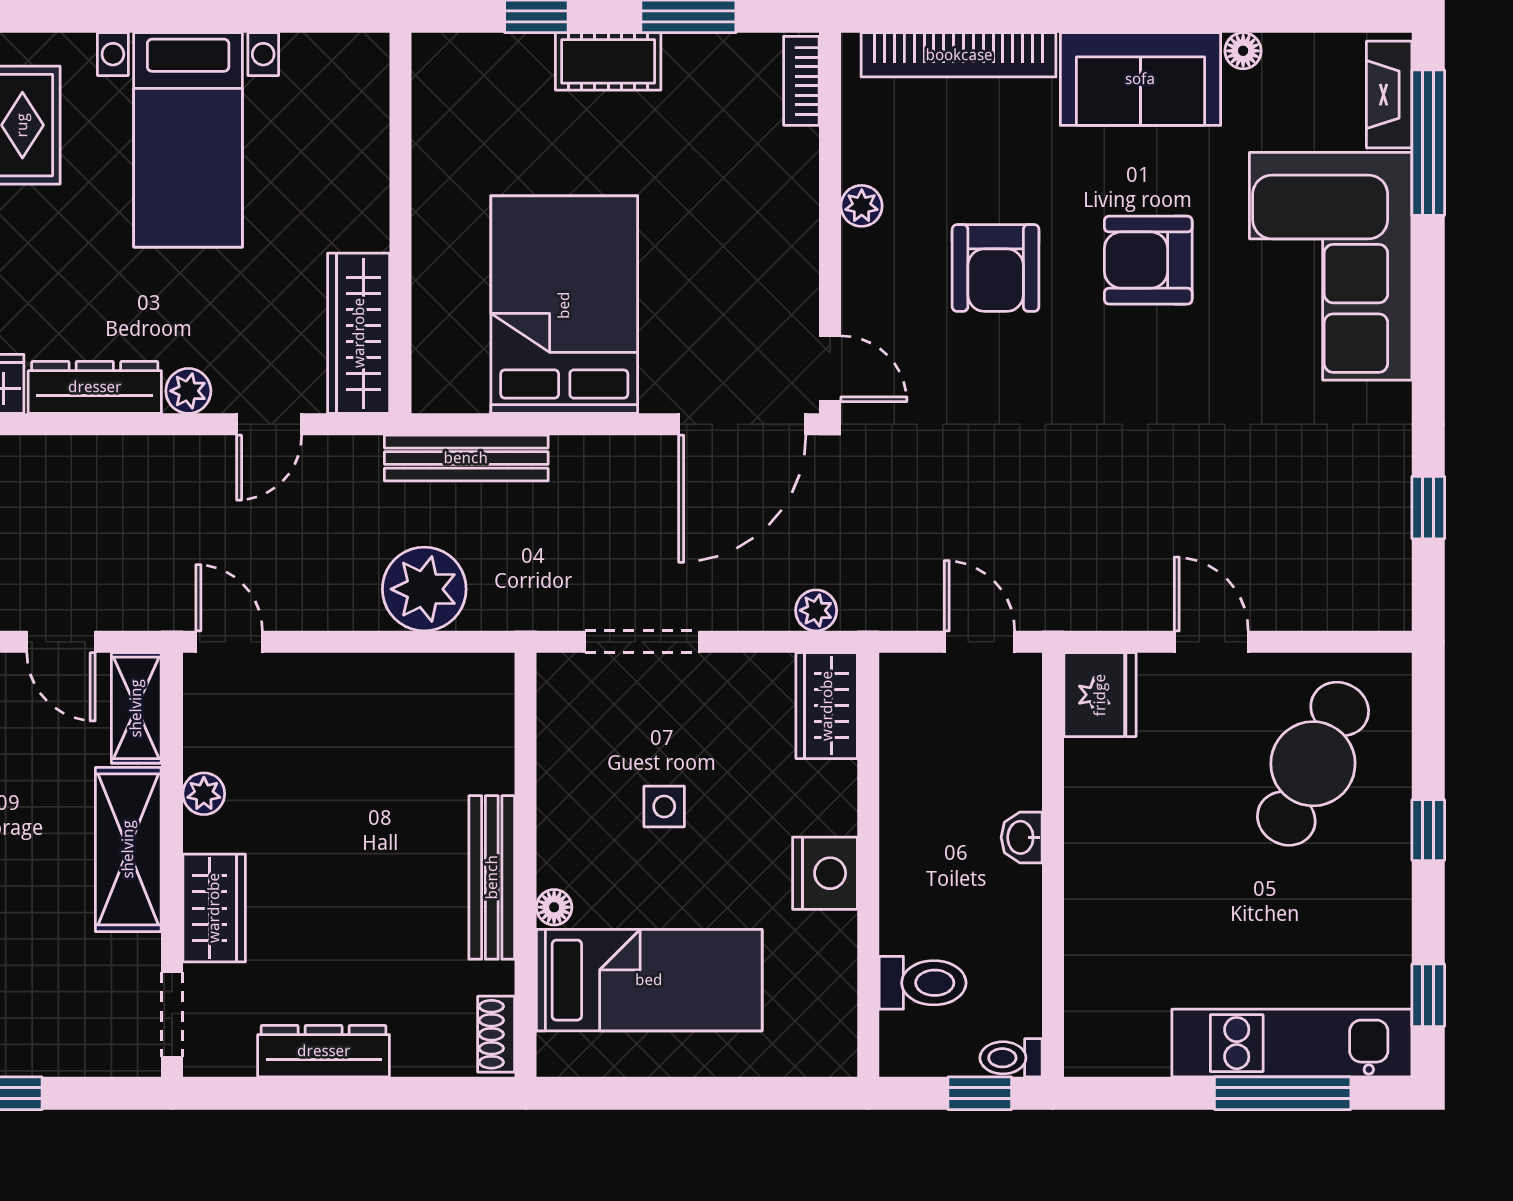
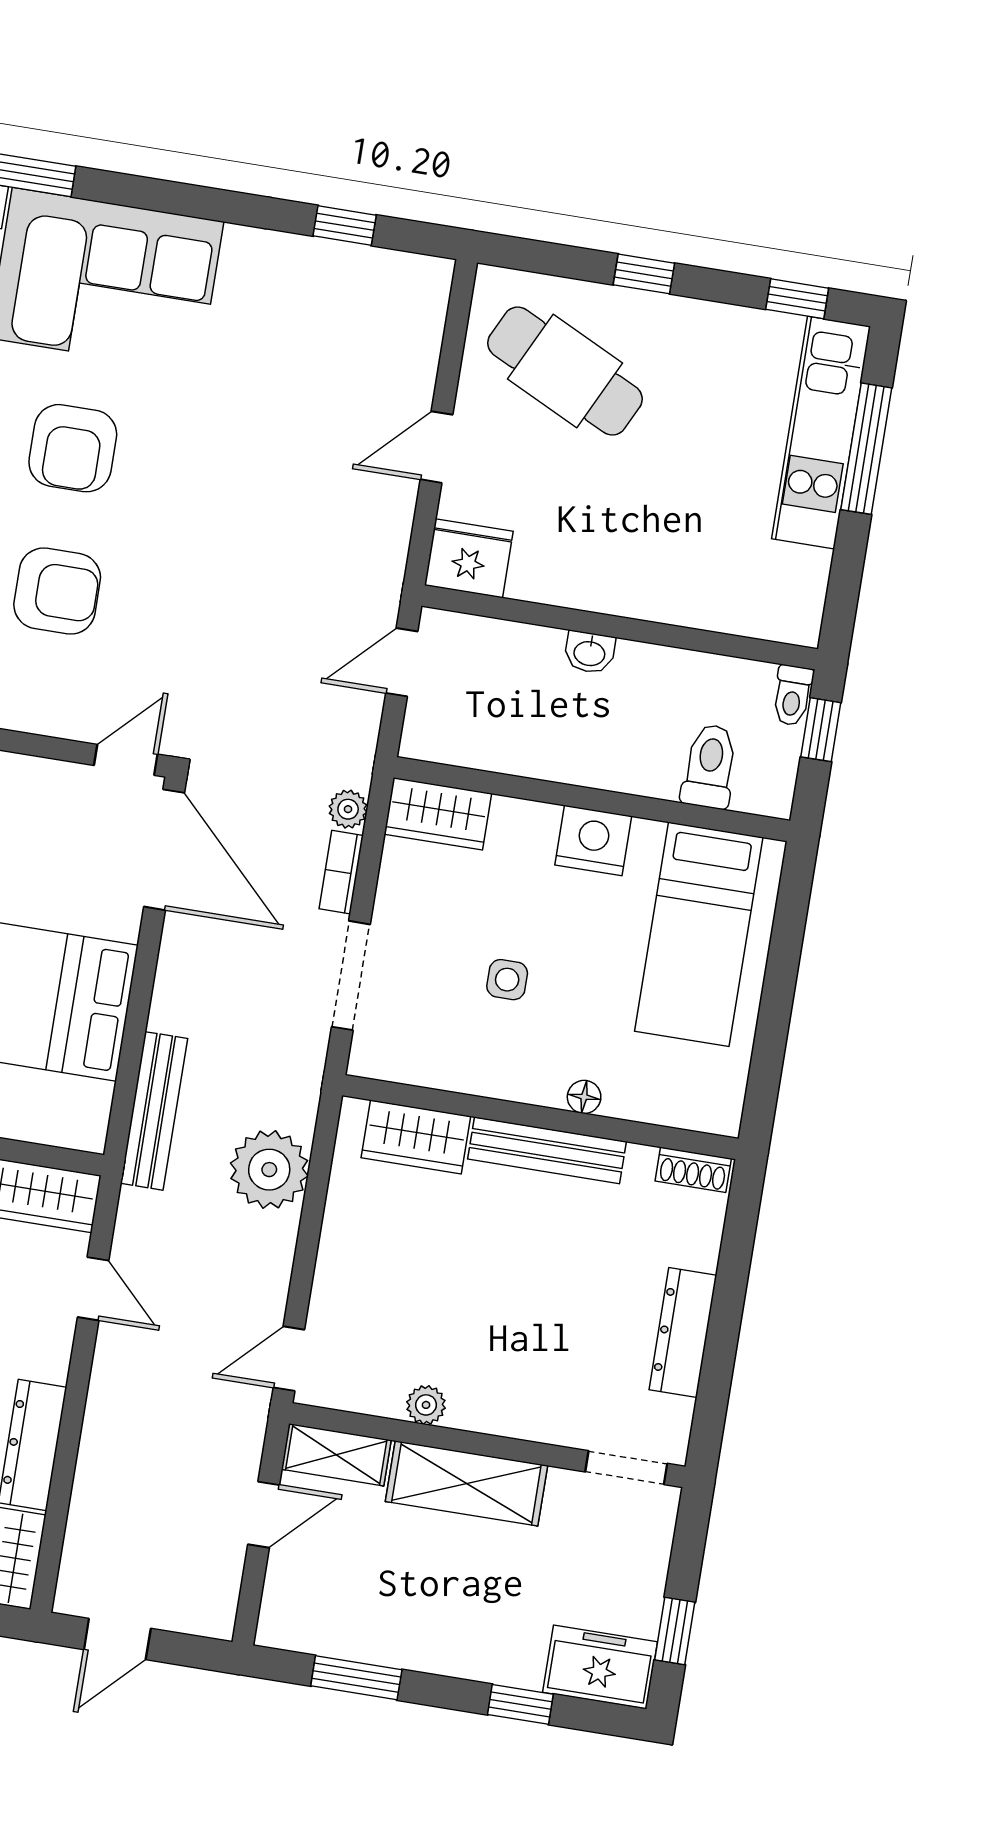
plant: (188, 391) -> (50, 1359), removed
bookcase: (749, 614) -> (341, 872), added
wardrobe: (214, 908) -> (416, 1137), moved, turned 180
bed: (649, 980) -> (699, 934), moved, turned 180

